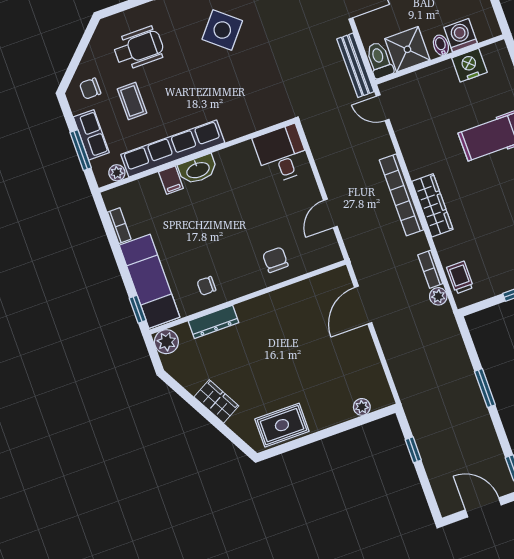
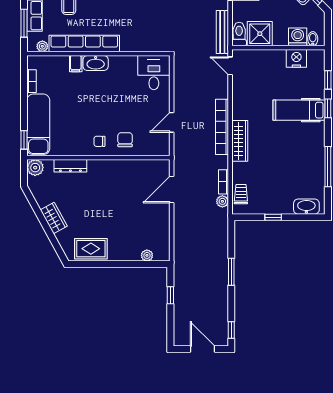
bidet: (441, 45) -> (313, 39), moved
chair: (206, 286) -> (99, 141), moved

